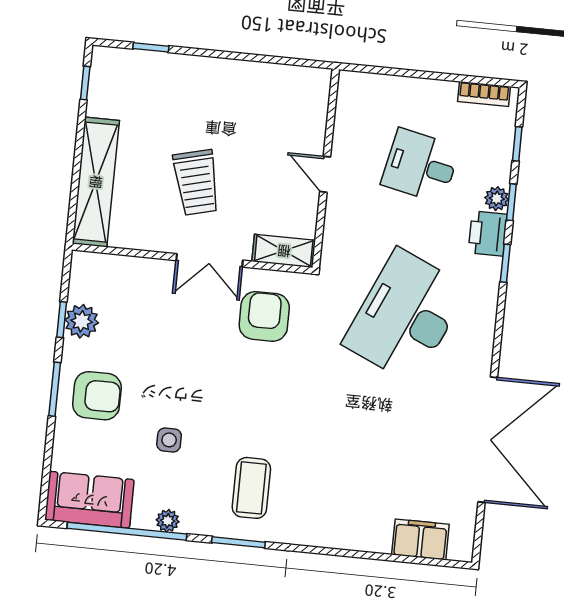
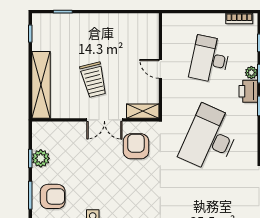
desk: (421, 166) -> (210, 59), width x1.37

